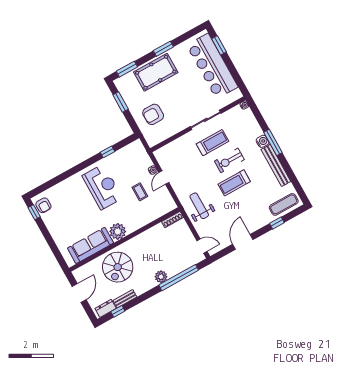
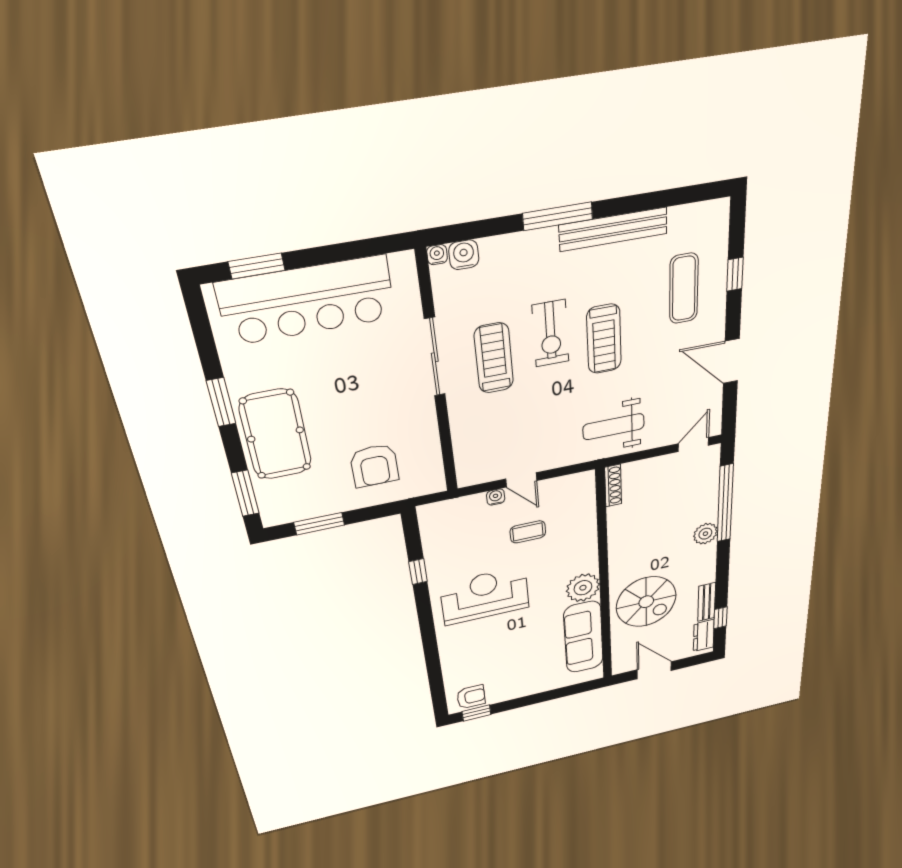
water cooler: (262, 141) -> (464, 255), moved
exercise mat: (284, 204) -> (684, 289), moved

